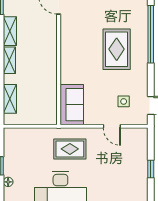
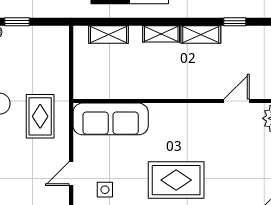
sofa: (72, 105) -> (111, 119), width x1.36

